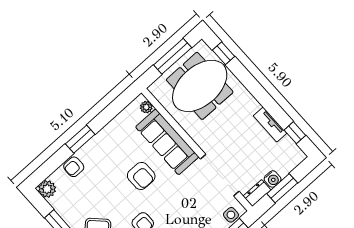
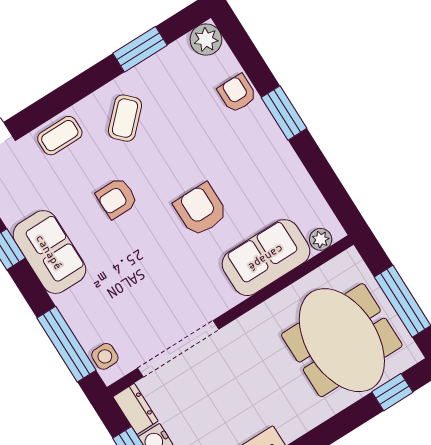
sofa: (167, 142) -> (266, 258), width x0.73
armchair: (141, 176) -> (201, 210), turned 90

